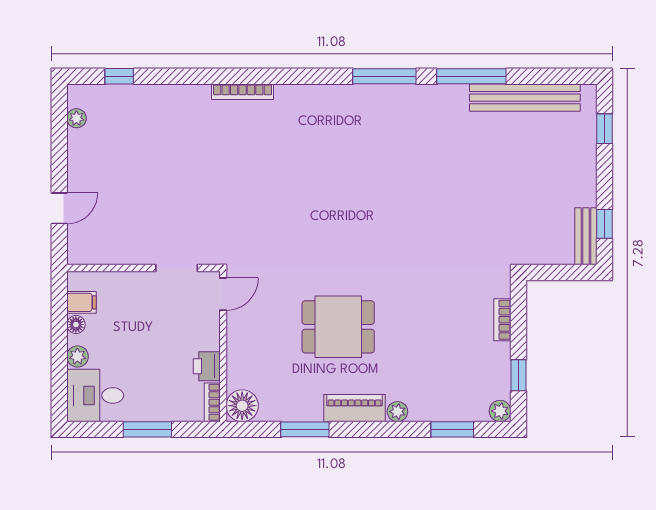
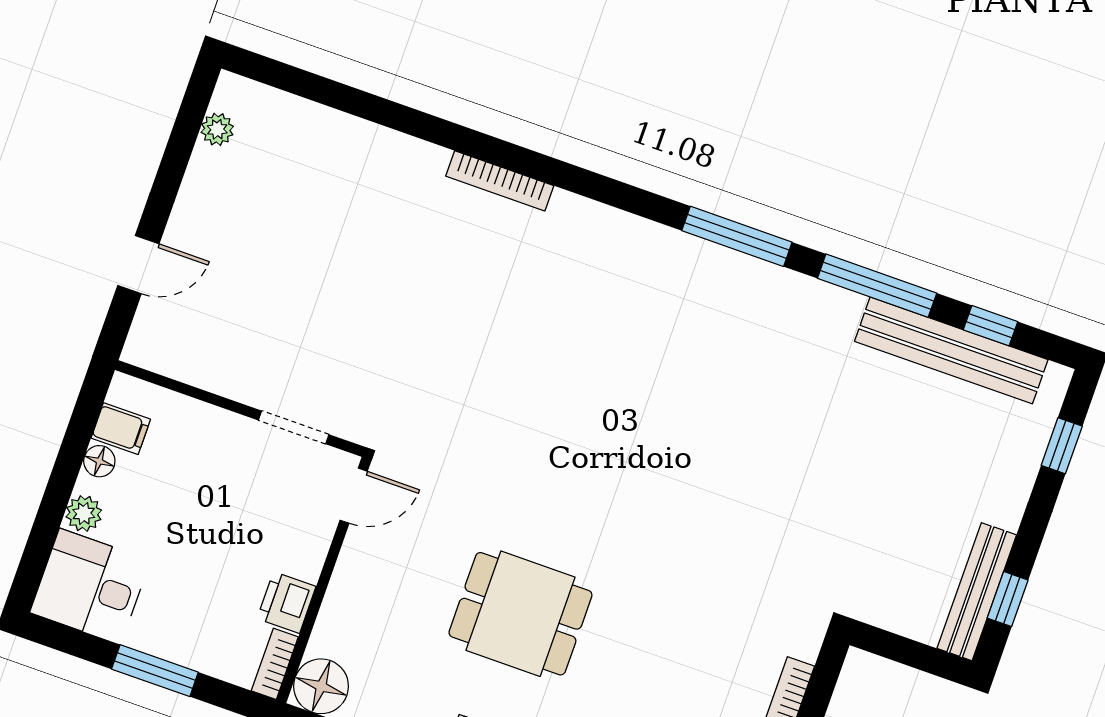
window: (119, 76) -> (991, 326), moved
bench: (586, 236) -> (977, 592), width x1.36

